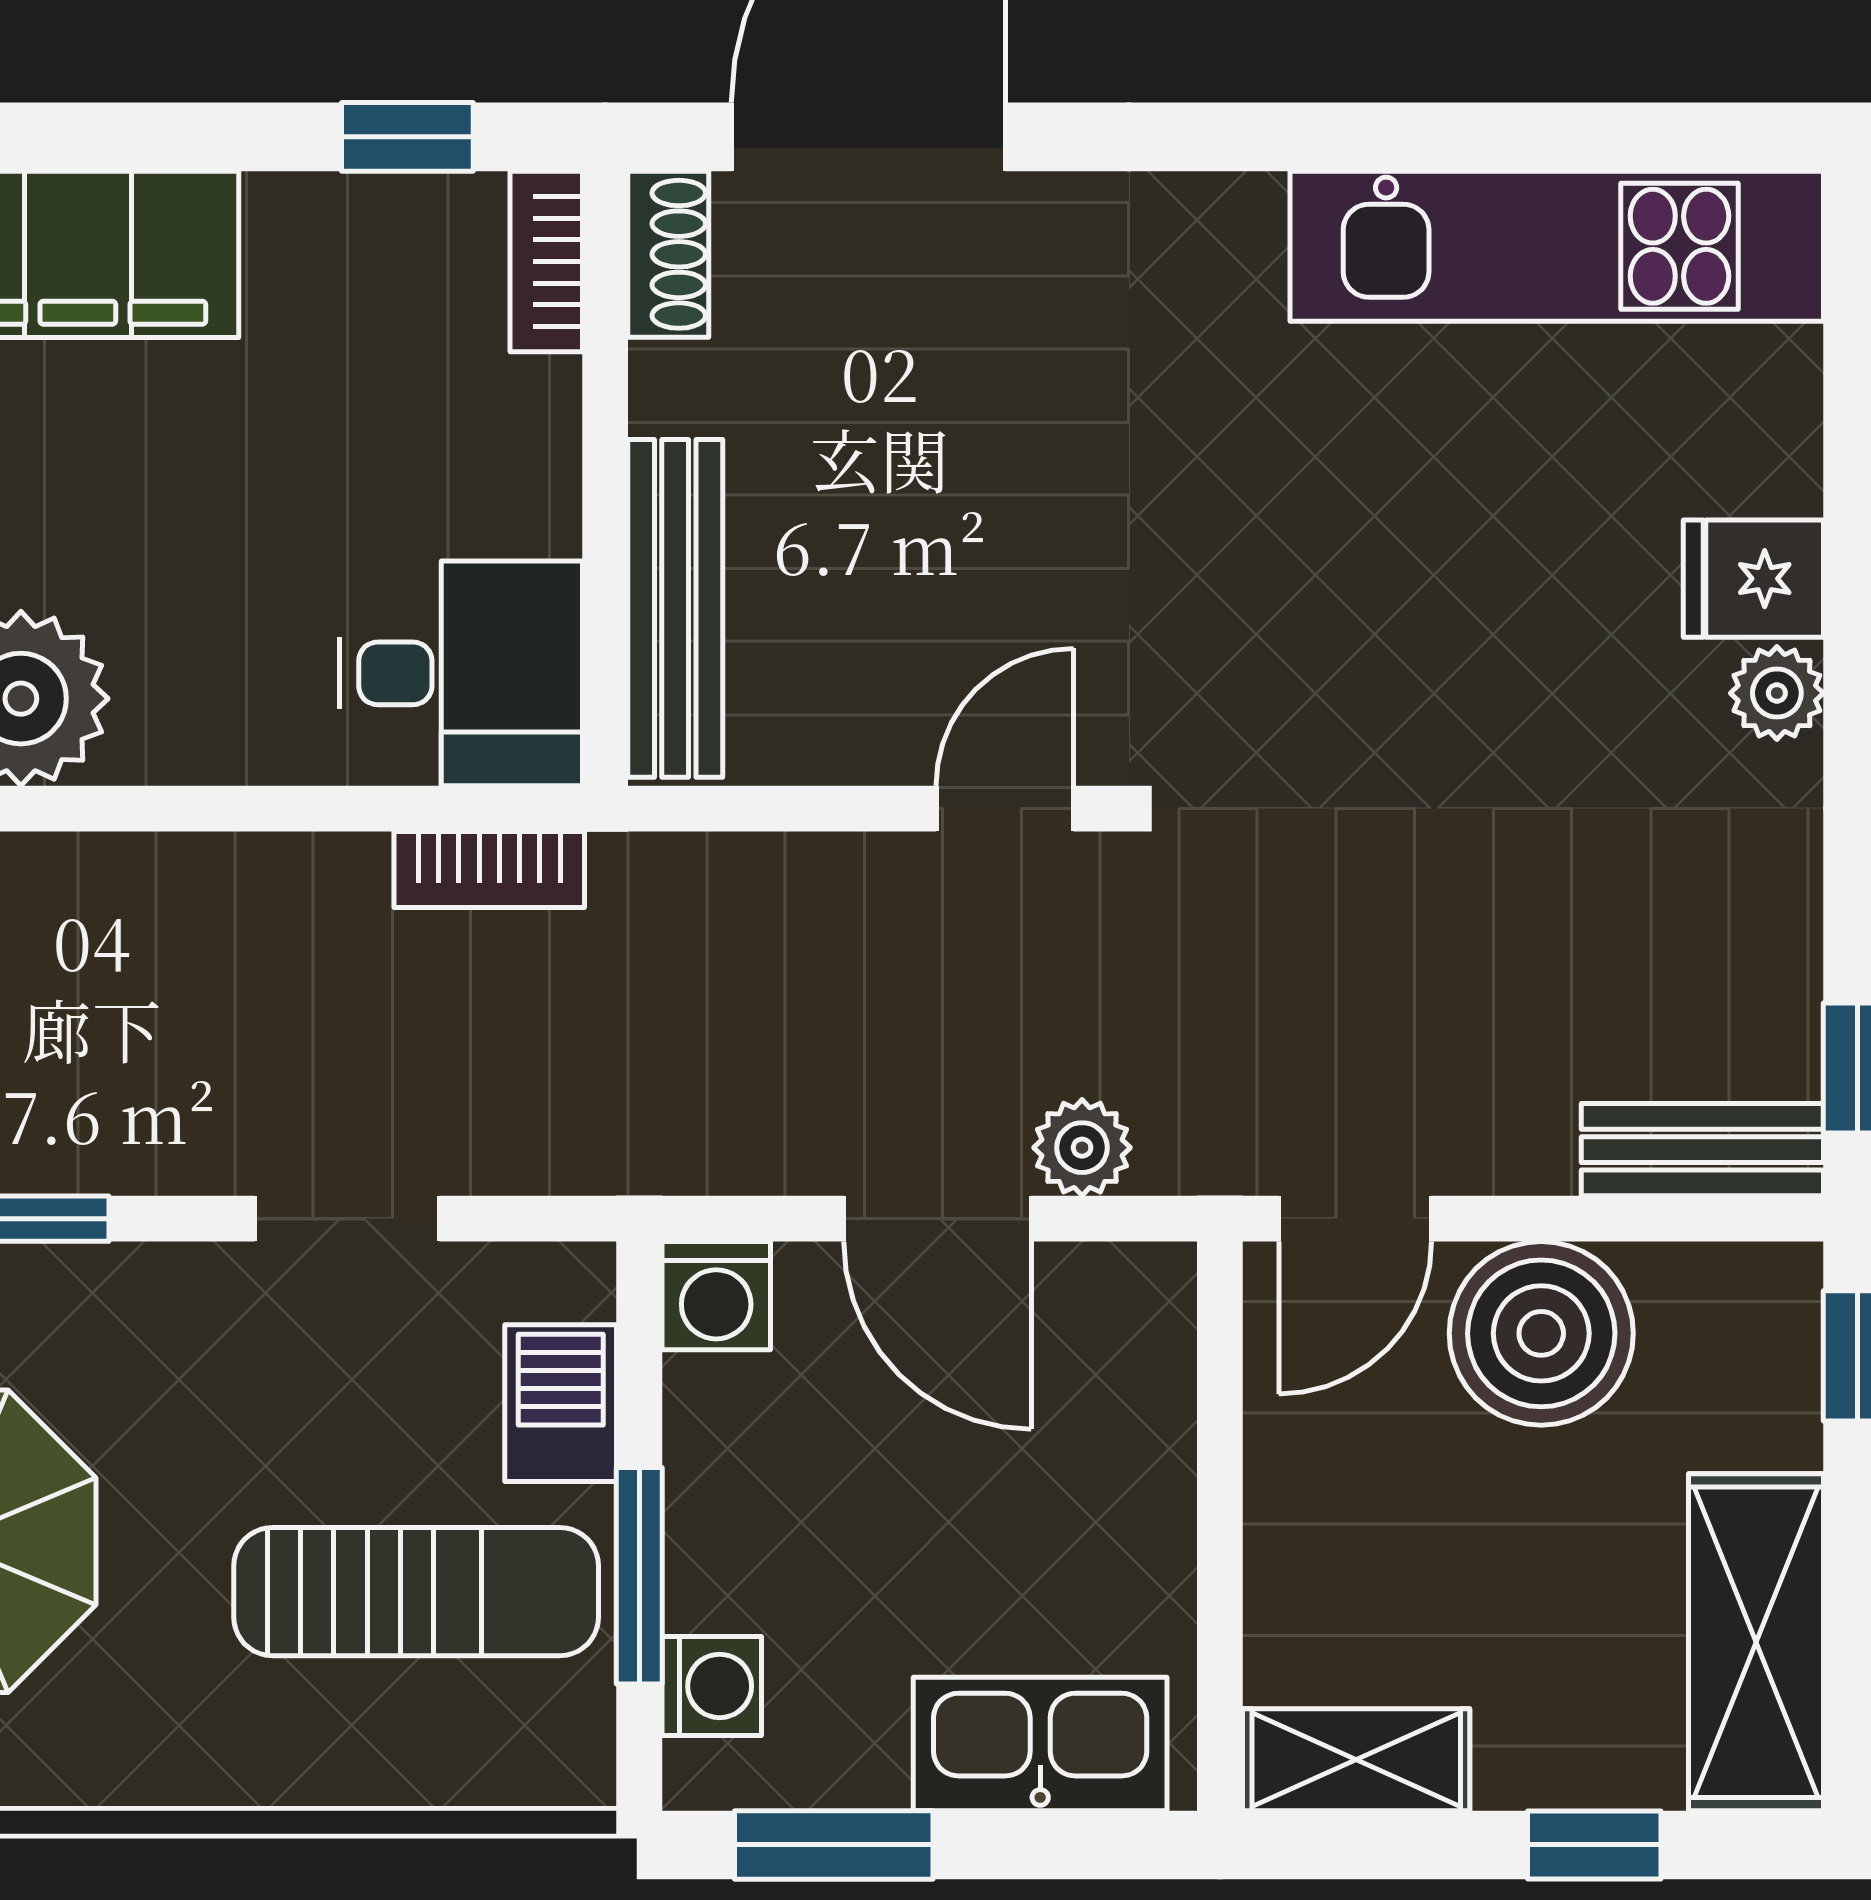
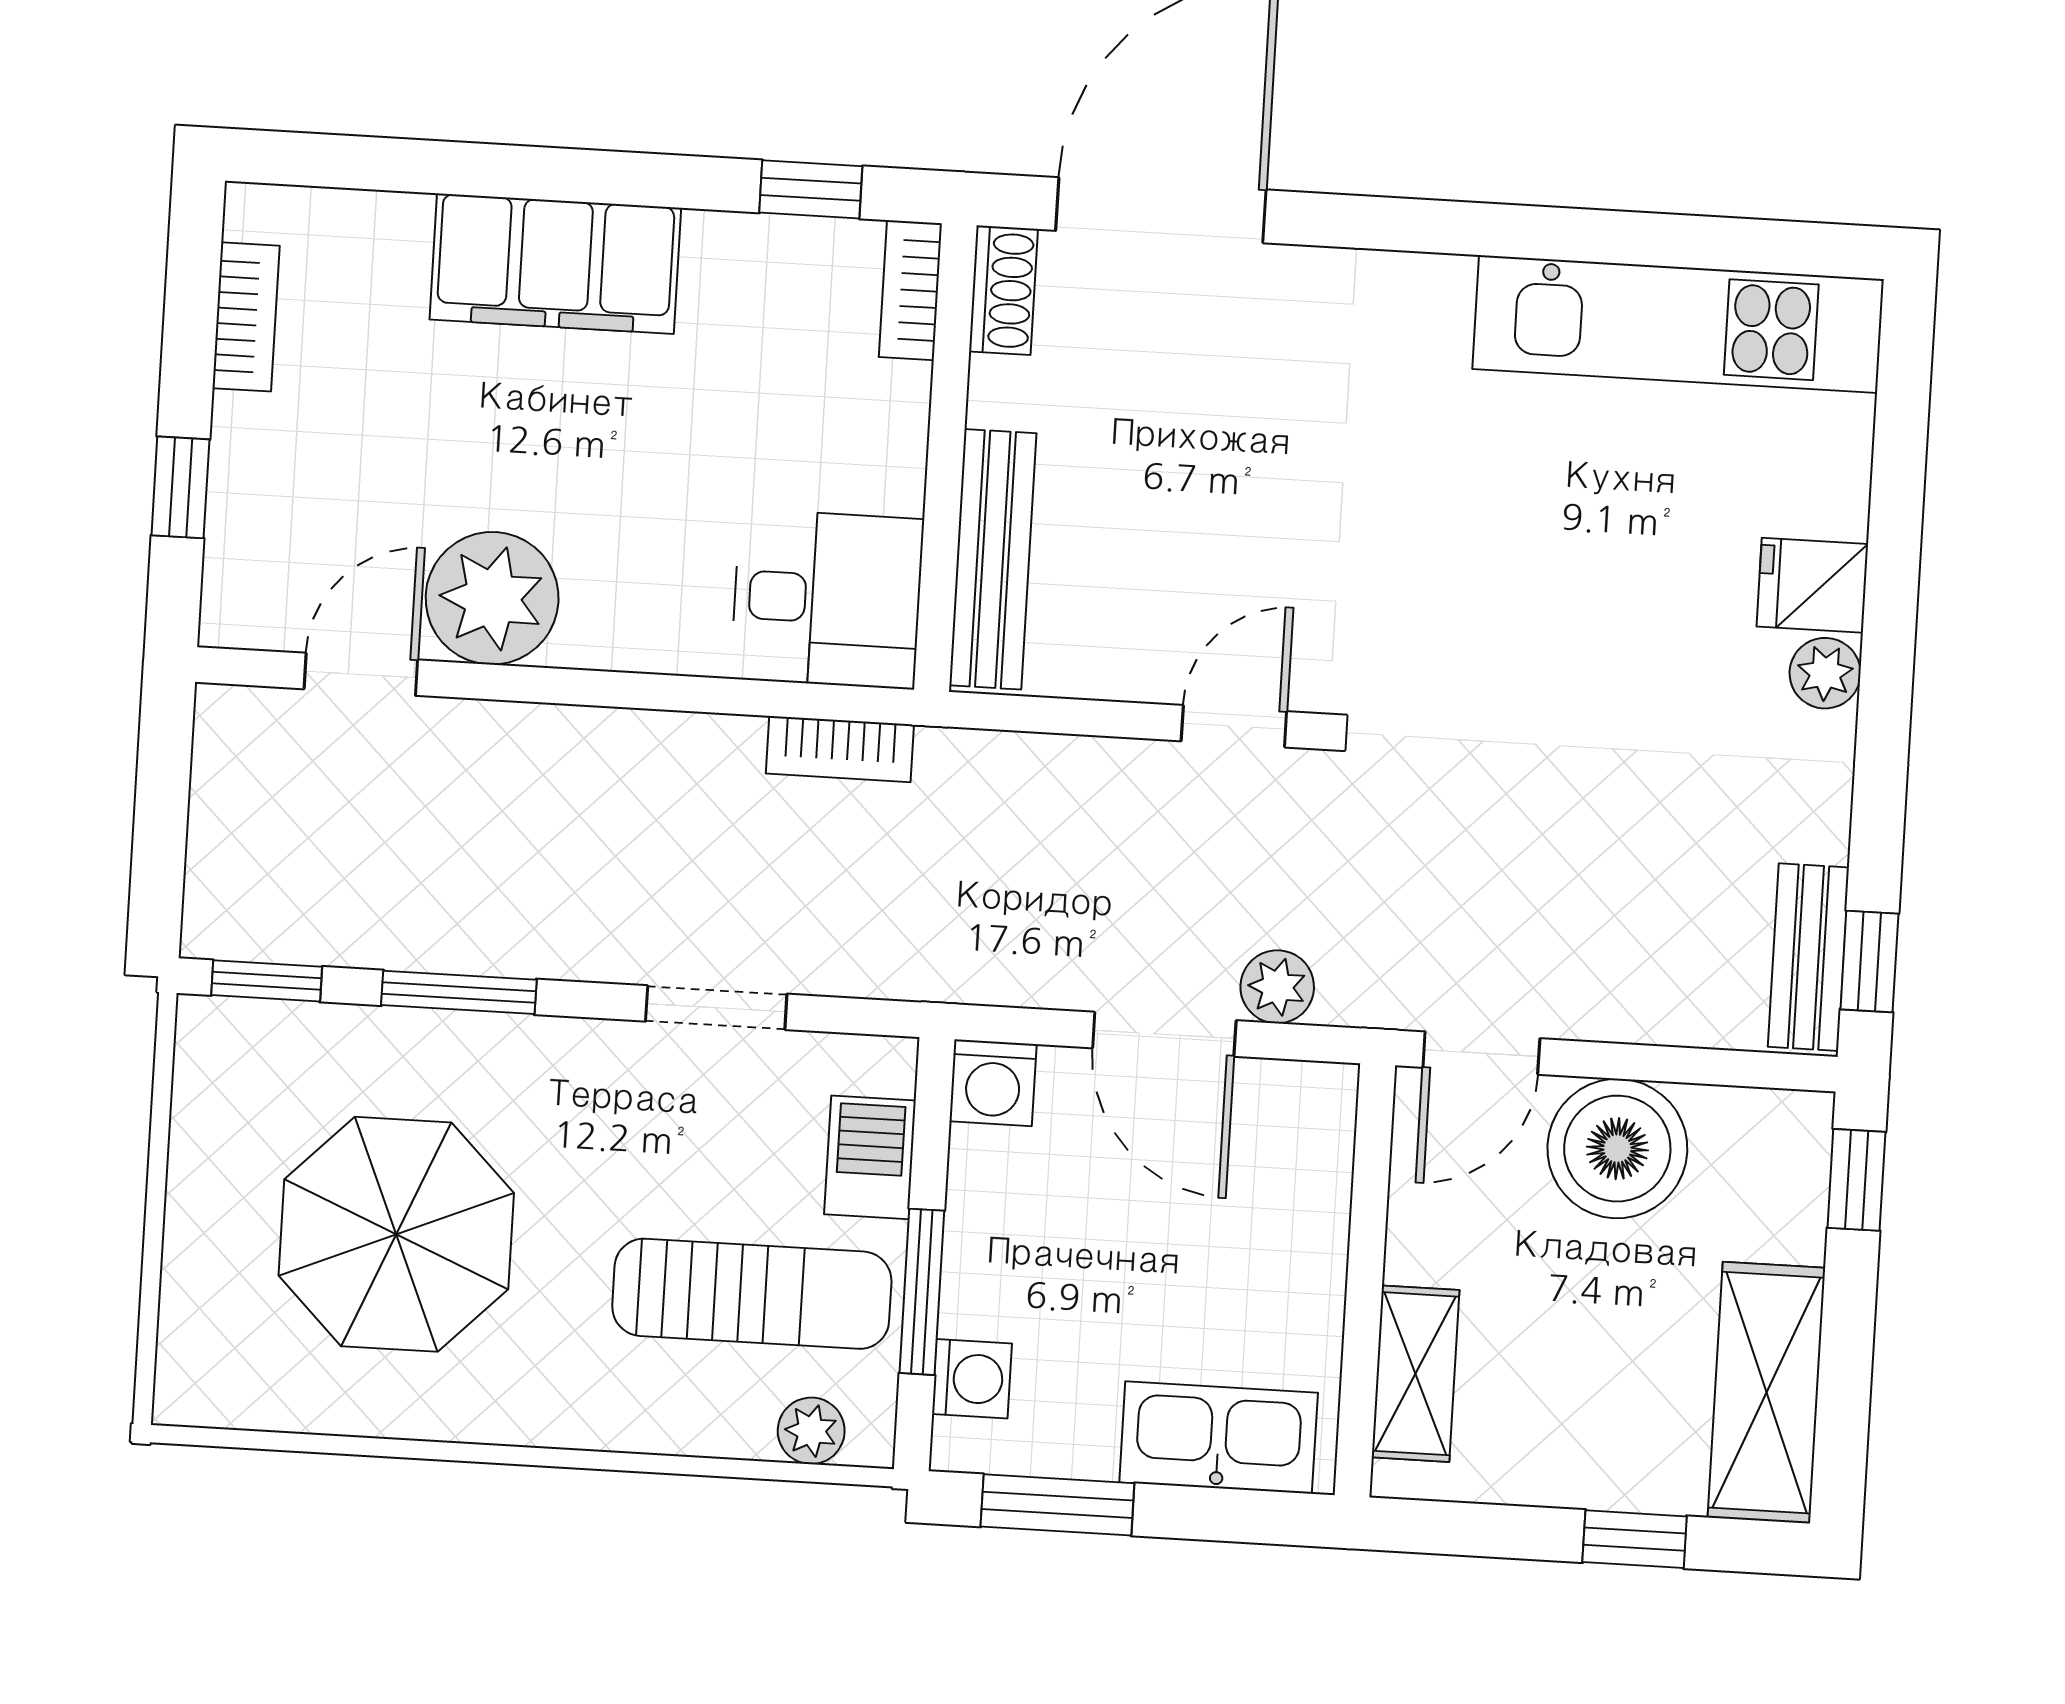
bench: (1702, 1150) -> (1808, 957), moved, turned 90
shelving: (1356, 1760) -> (1416, 1374), moved, turned 90
plant: (505, 1767) -> (811, 1431), added

